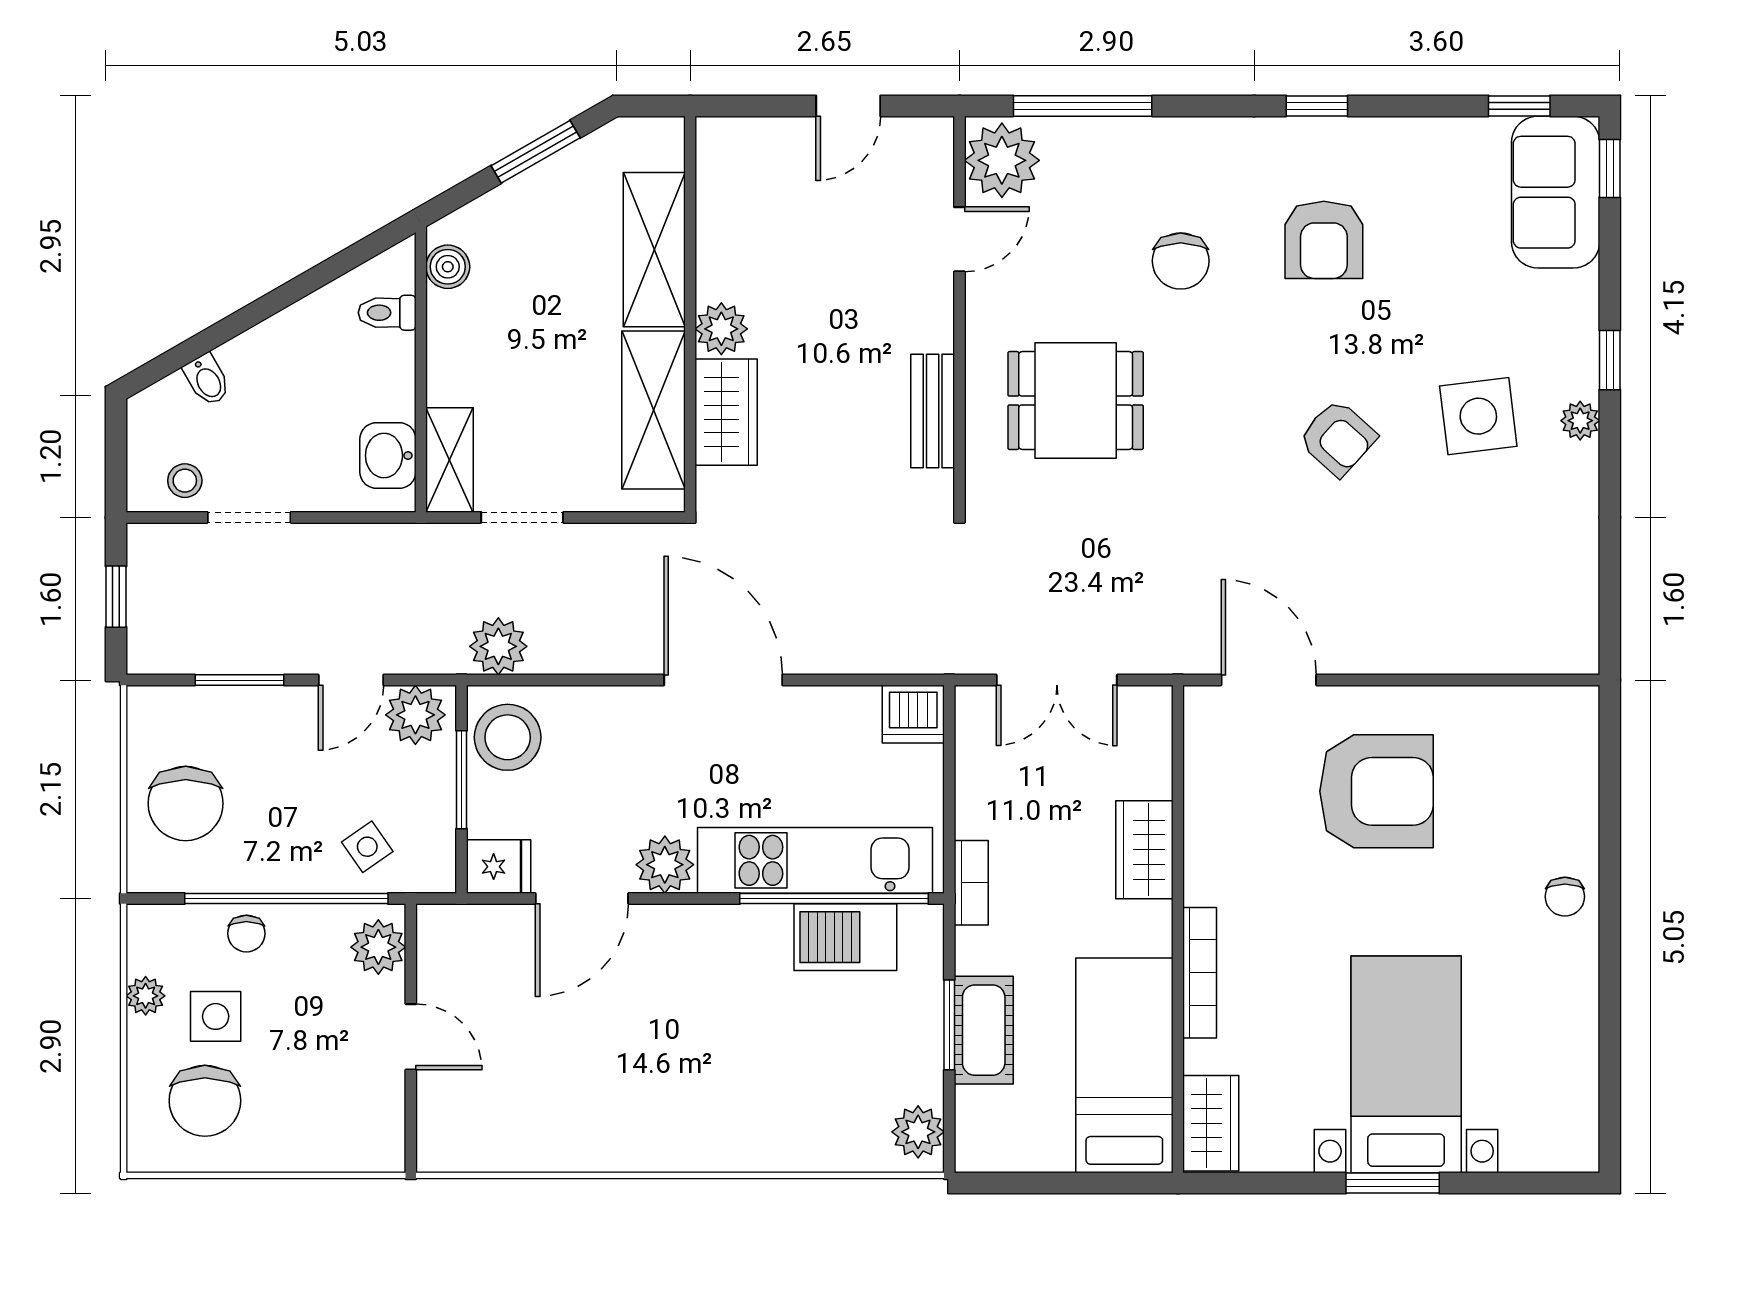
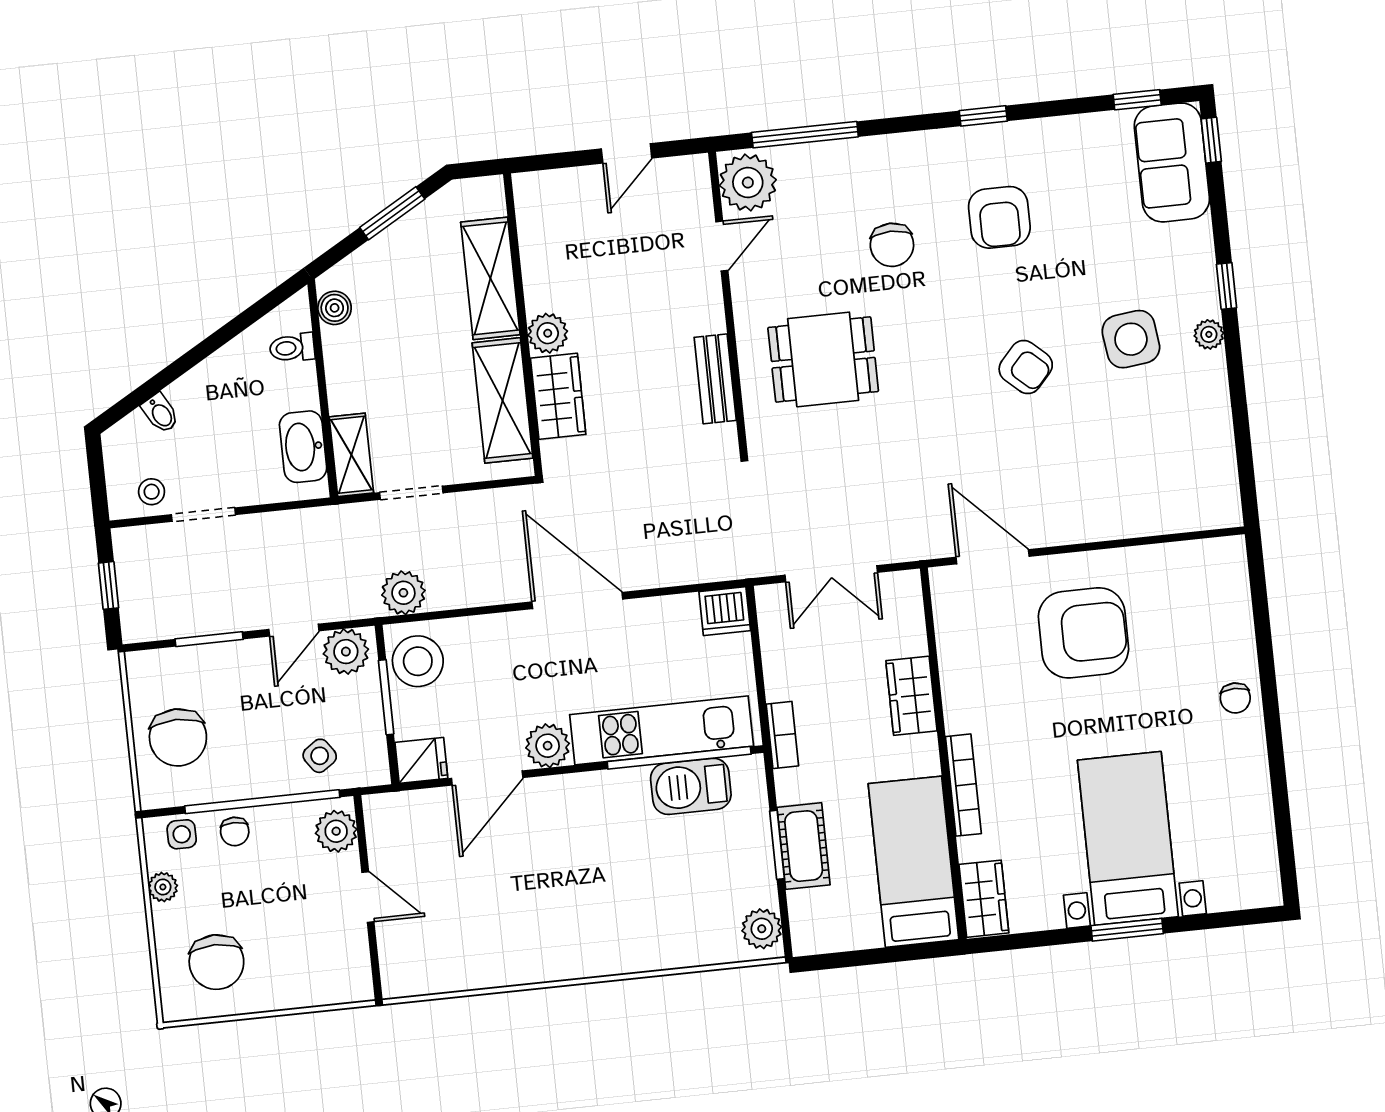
washbasin: (388, 456) -> (303, 447), width x1.38
side table: (216, 1016) -> (182, 834), moved, width x0.73, depth x0.73

